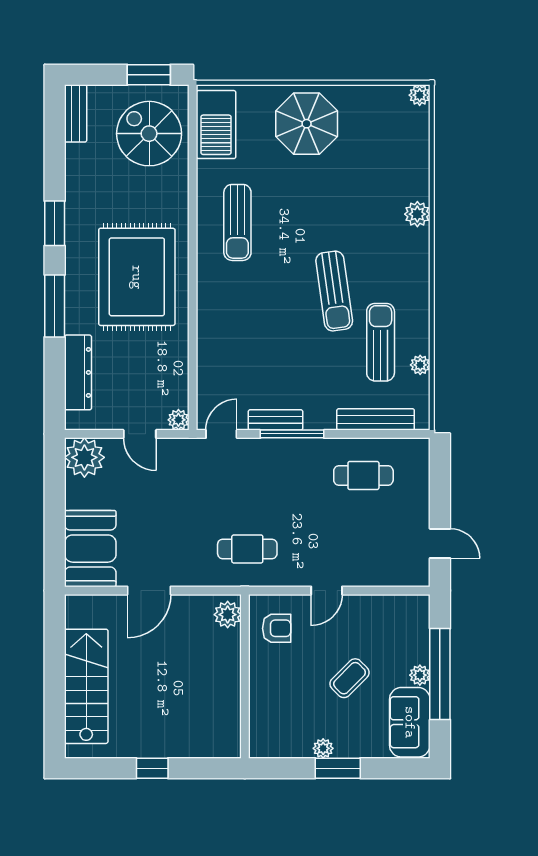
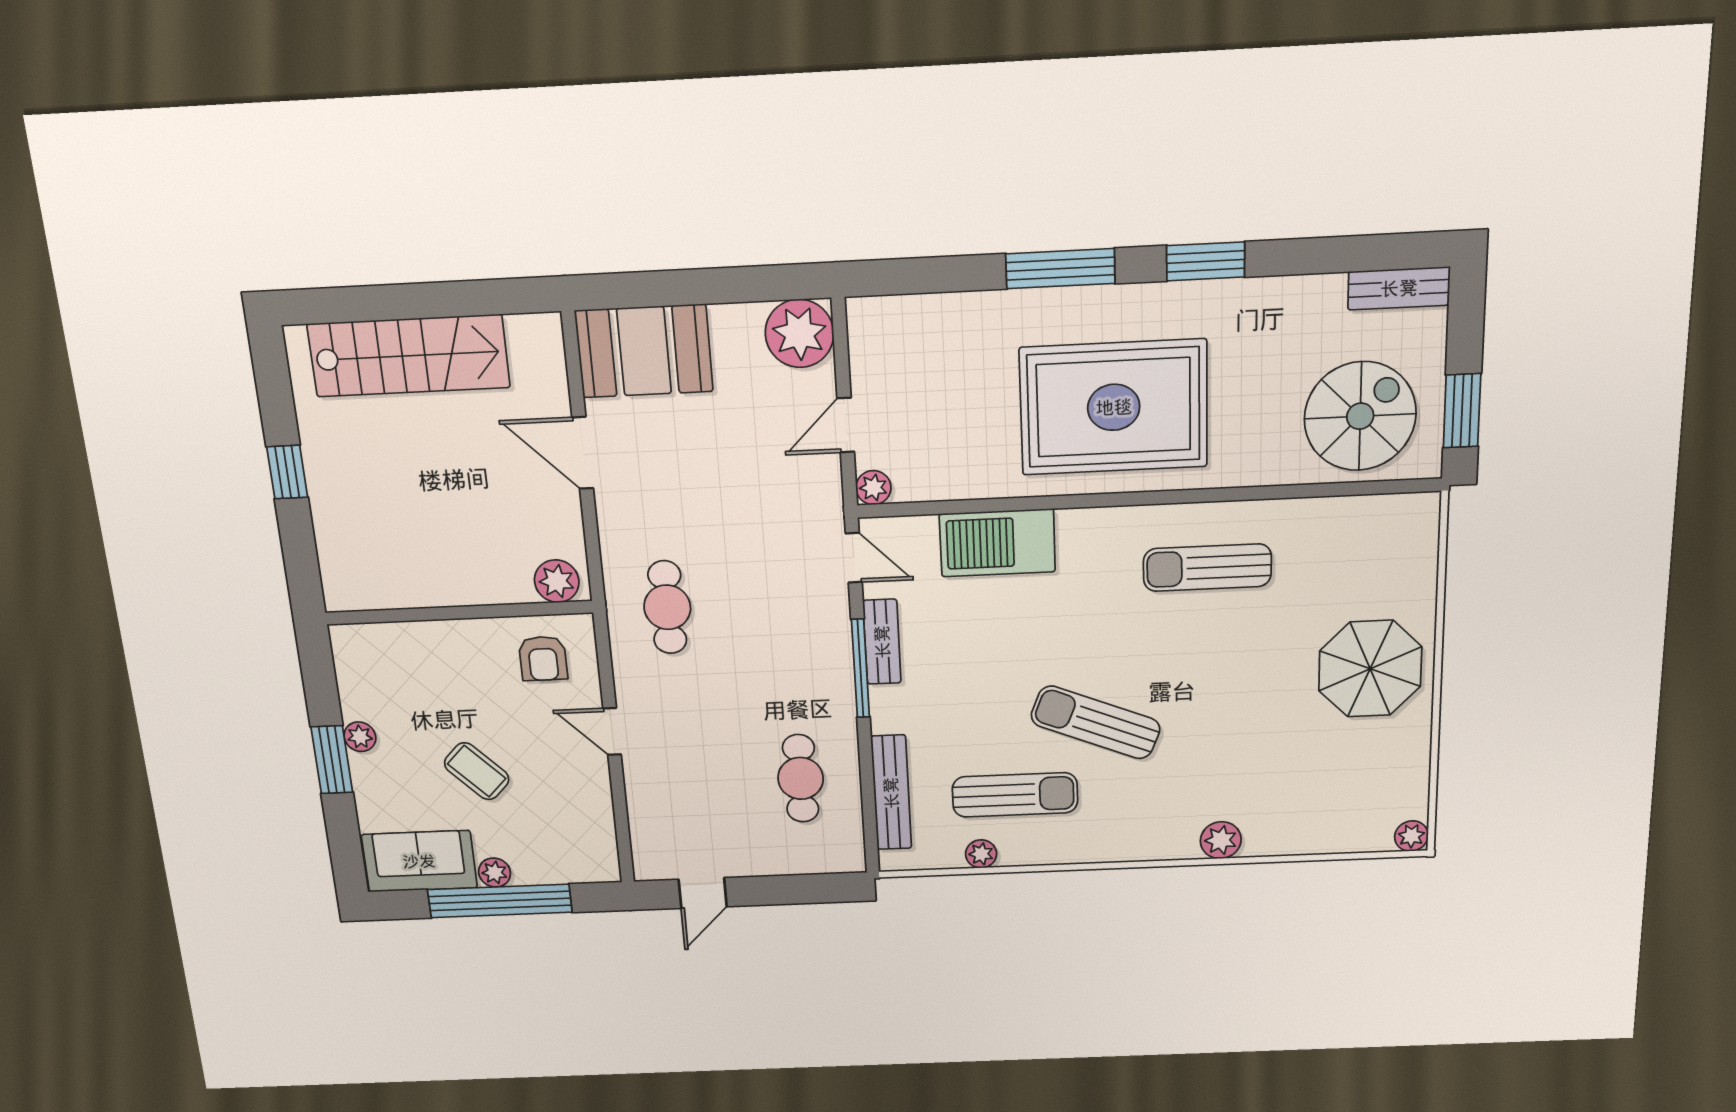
barbecue: (216, 125) -> (997, 543), moved
sun lounger: (334, 291) -> (1096, 722), turned 30
dresser: (78, 372) -> (946, 315), removed

